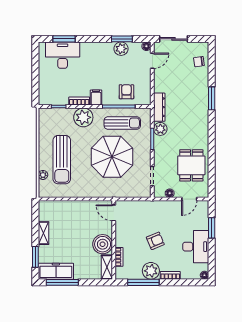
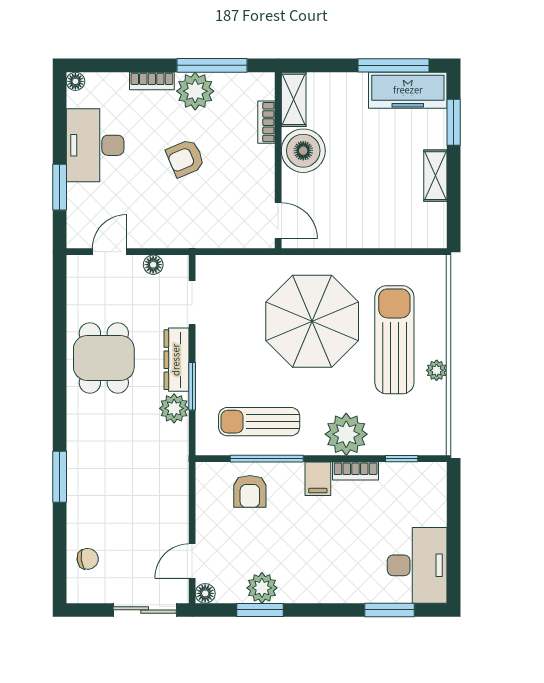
desk: (63, 55) -> (417, 565), moved, turned -90
dresser: (159, 107) -> (176, 360), moved
parasol: (112, 157) -> (312, 321), moved
dining table: (191, 165) -> (104, 358), moved
plant: (43, 175) -> (437, 370), moved

